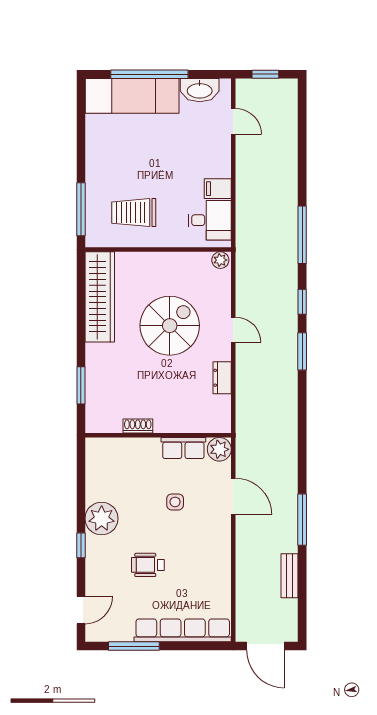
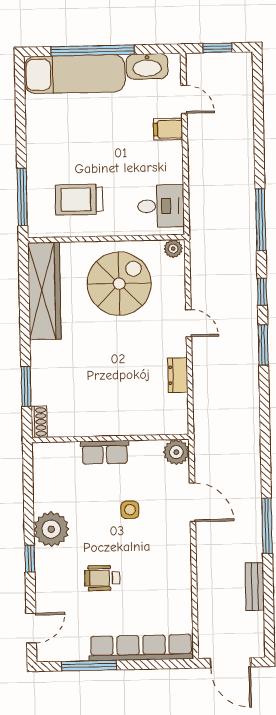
filing cabinet: (218, 189) -> (168, 129), moved
spiral stairs: (170, 326) -> (119, 284), moved
shoe rack: (138, 426) -> (39, 422), moved, turned 90
row of seats: (183, 448) -> (105, 452), moved

